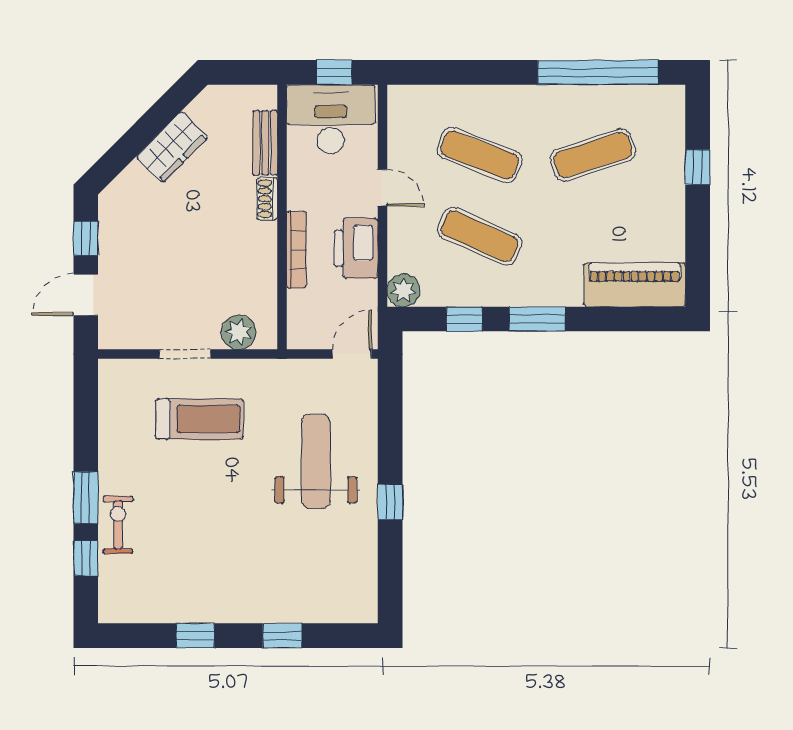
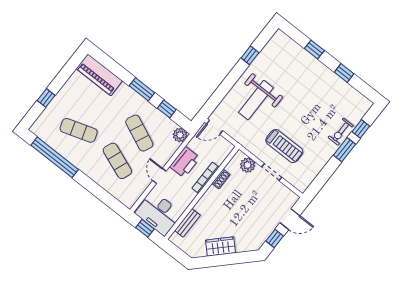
shoe rack: (267, 199) -> (221, 179), moved
treadmill: (200, 419) -> (284, 146), turned 180
window: (390, 502) -> (250, 55), moved

